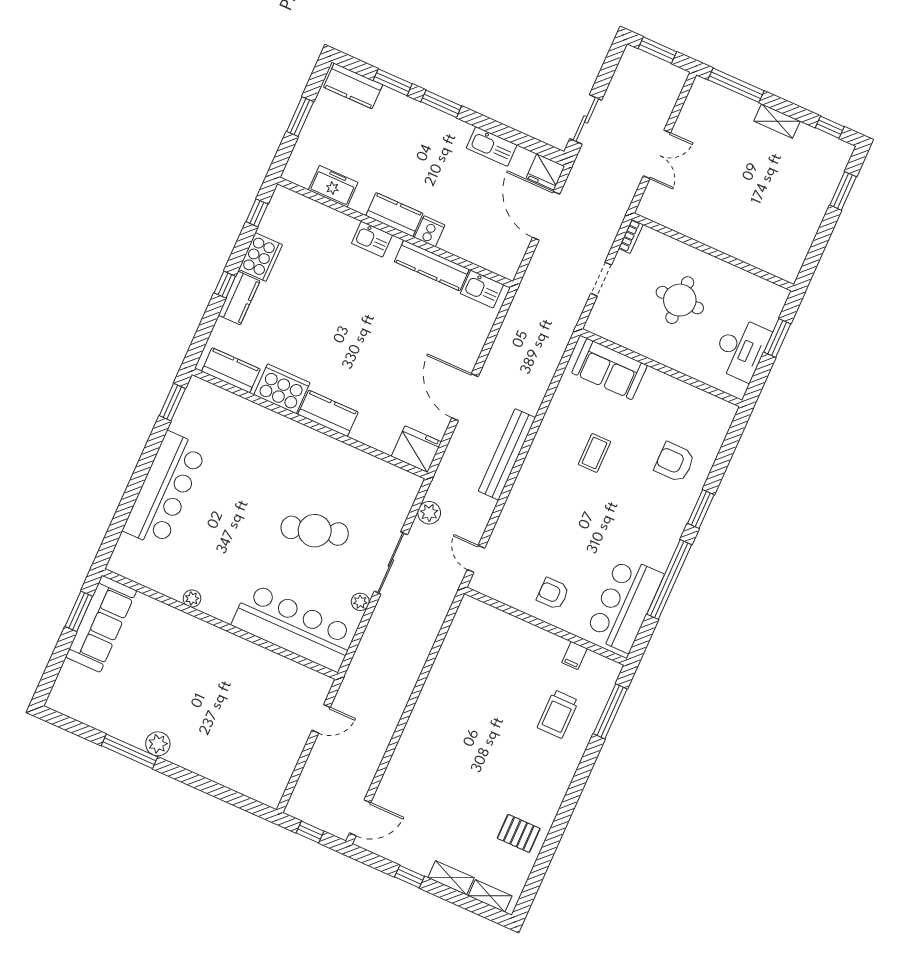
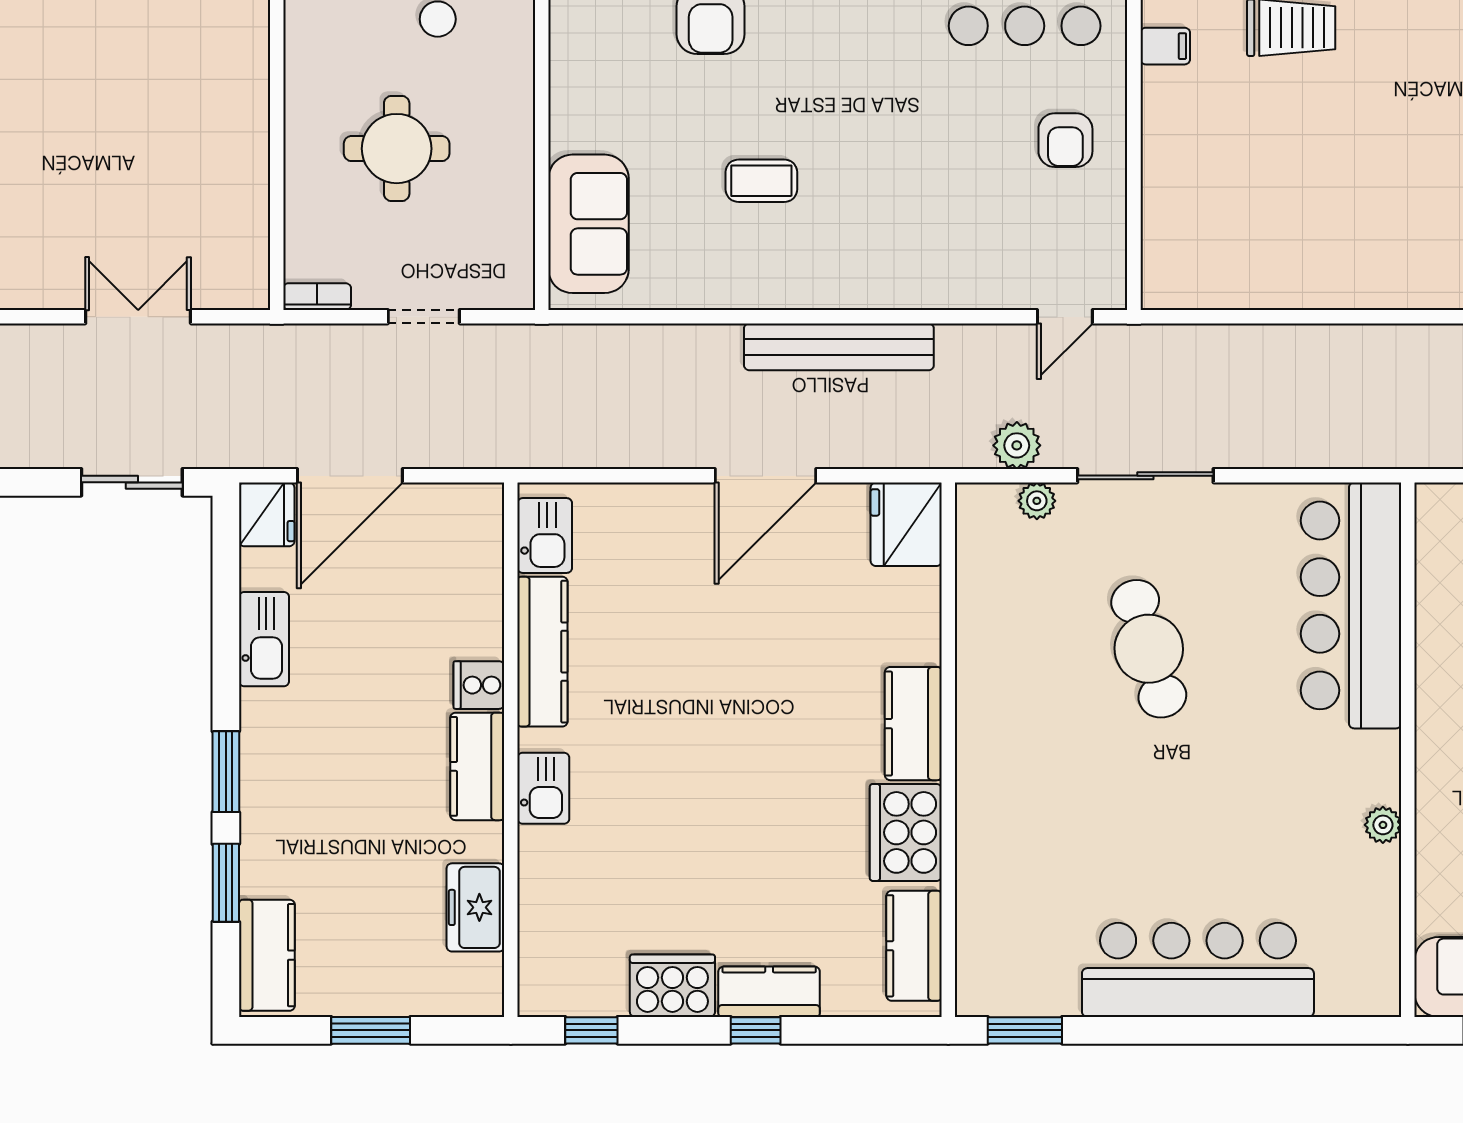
plant: (360, 602) -> (1037, 501), moved

